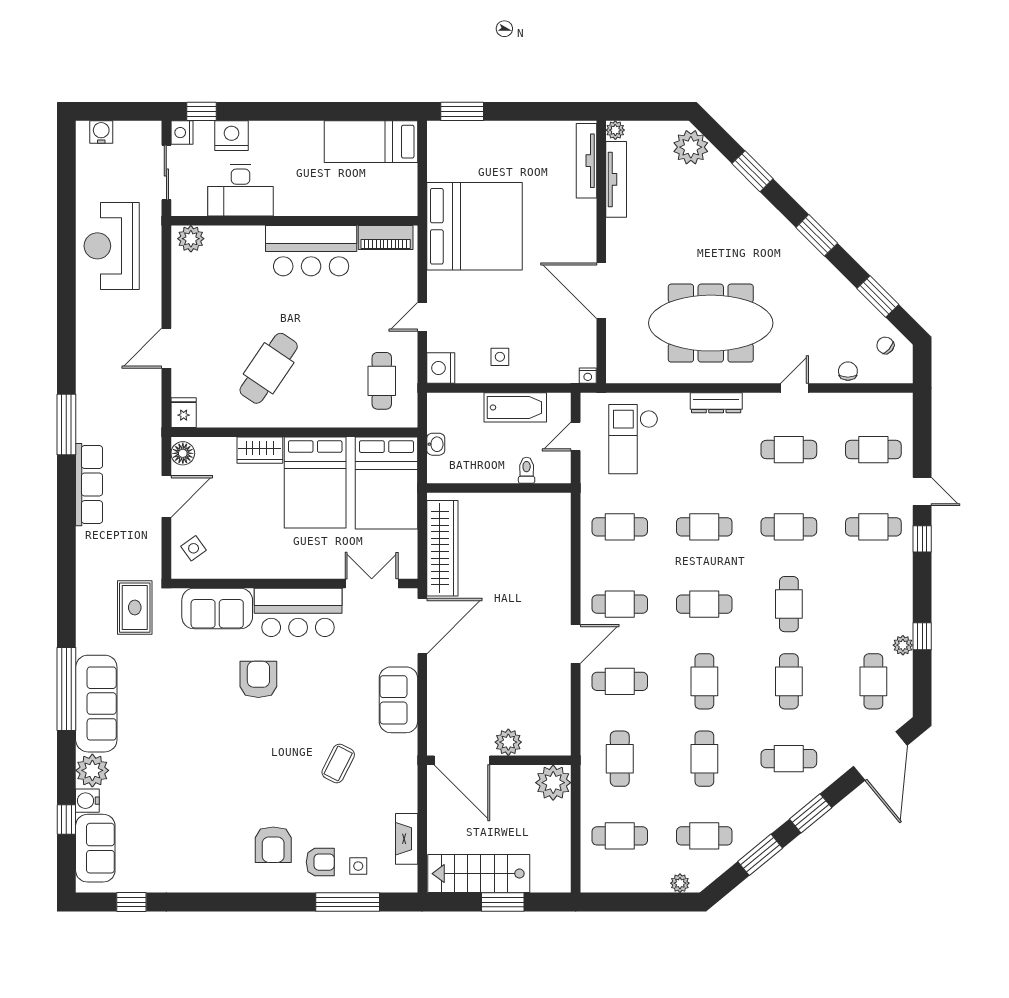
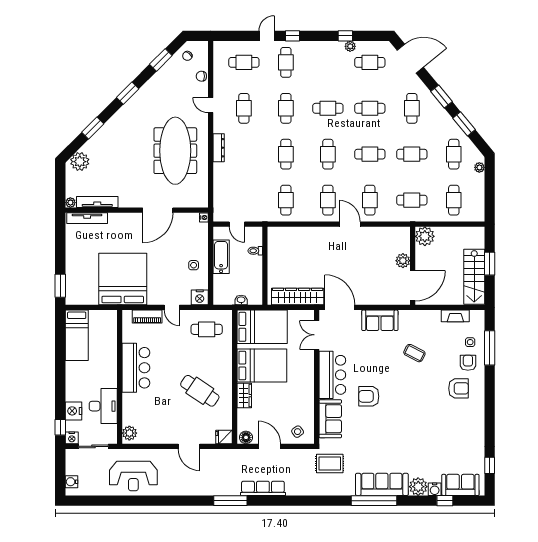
piano: (386, 237) -> (147, 317), moved, turned 90
checkout: (633, 439) -> (238, 193), removed
cafe table: (873, 450) -> (244, 62), turned 90

